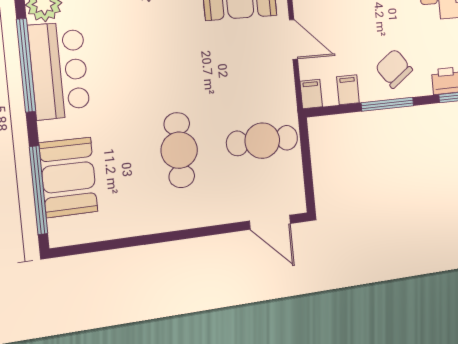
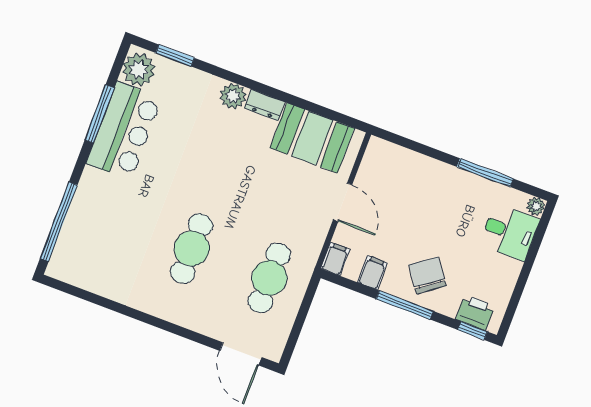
window: (26, 65) -> (100, 114), width x0.68
cafe table: (262, 141) -> (269, 278), turned 90
booth: (69, 177) -> (88, 224), removed

